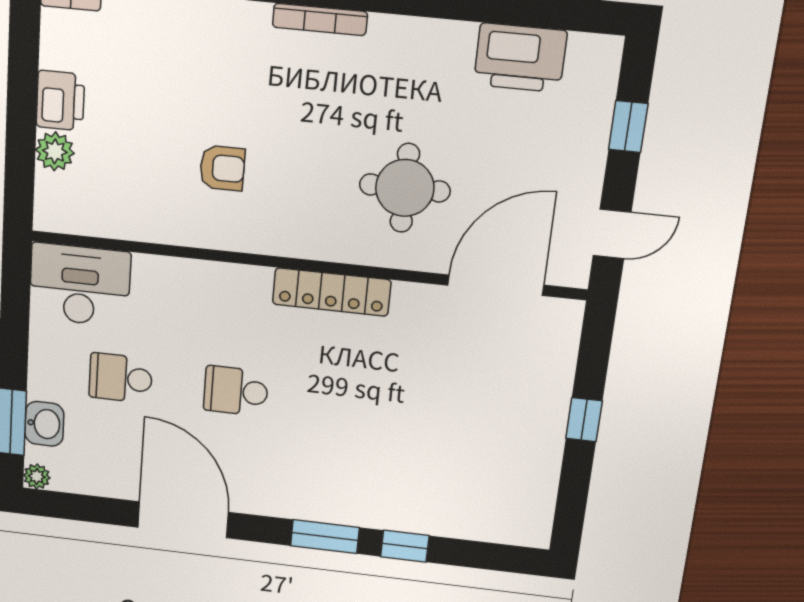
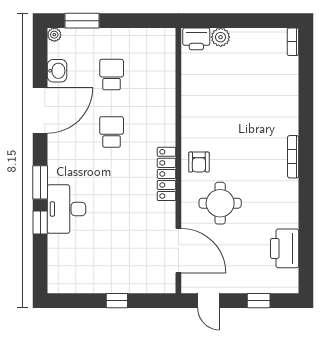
printer: (60, 101) -> (196, 39), moved
armchair: (222, 168) -> (199, 162), moved
desk: (80, 285) -> (66, 209), moved, turned 180
washbasin: (44, 424) -> (57, 71), moved, turned -90

